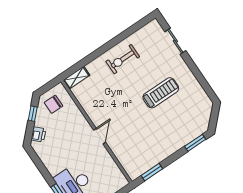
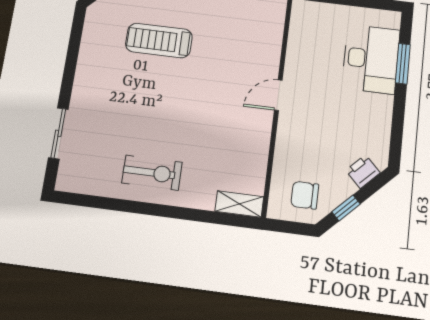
treadmill: (161, 93) -> (159, 40), moved
chair: (53, 104) -> (305, 195), turned 180

